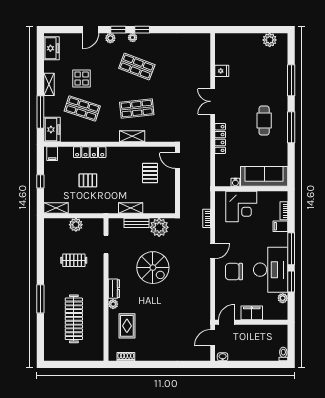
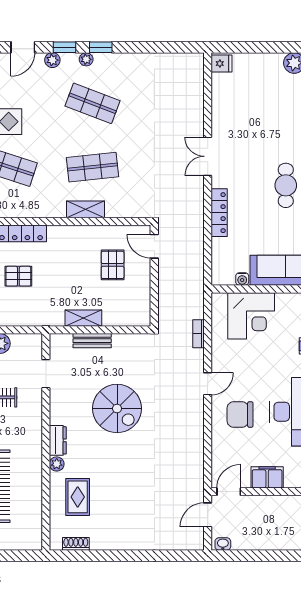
fridge: (222, 71) -> (221, 64), moved
plant: (159, 227) -> (126, 347), removed

